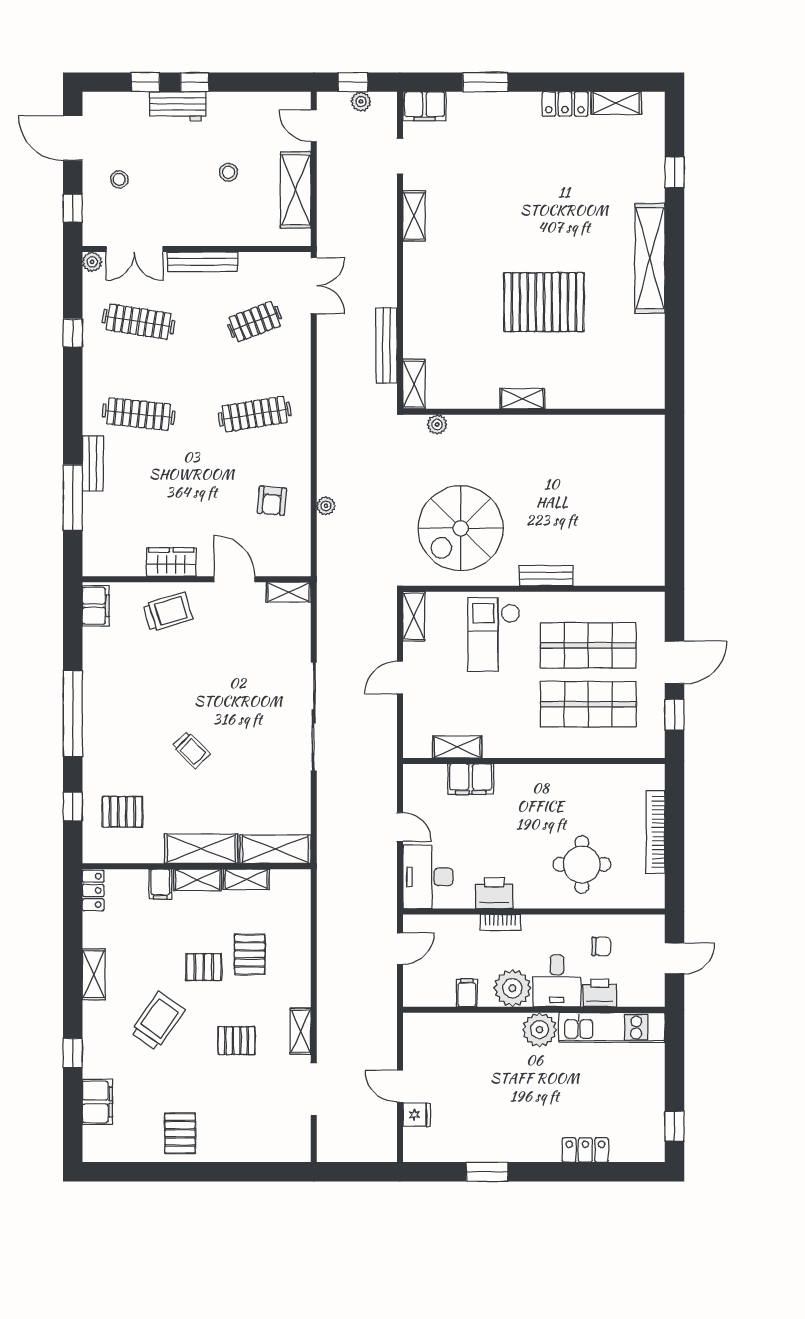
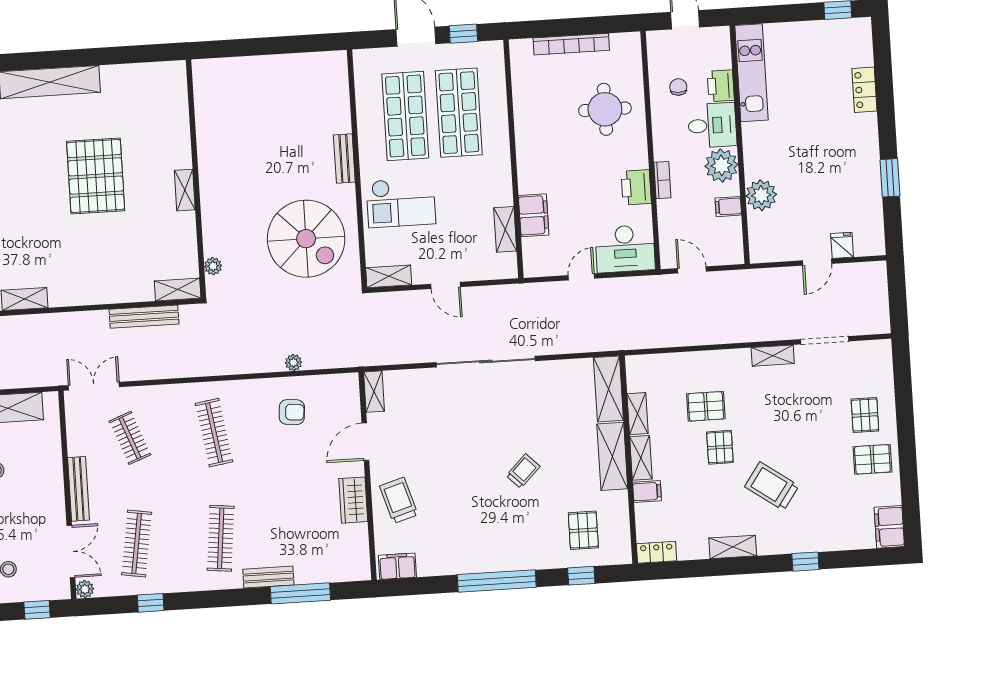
plant: (540, 1030) -> (761, 195), moved
pallet: (237, 1041) -> (865, 415), moved
filing cabinet: (97, 1102) -> (889, 527), moved, turned -90

